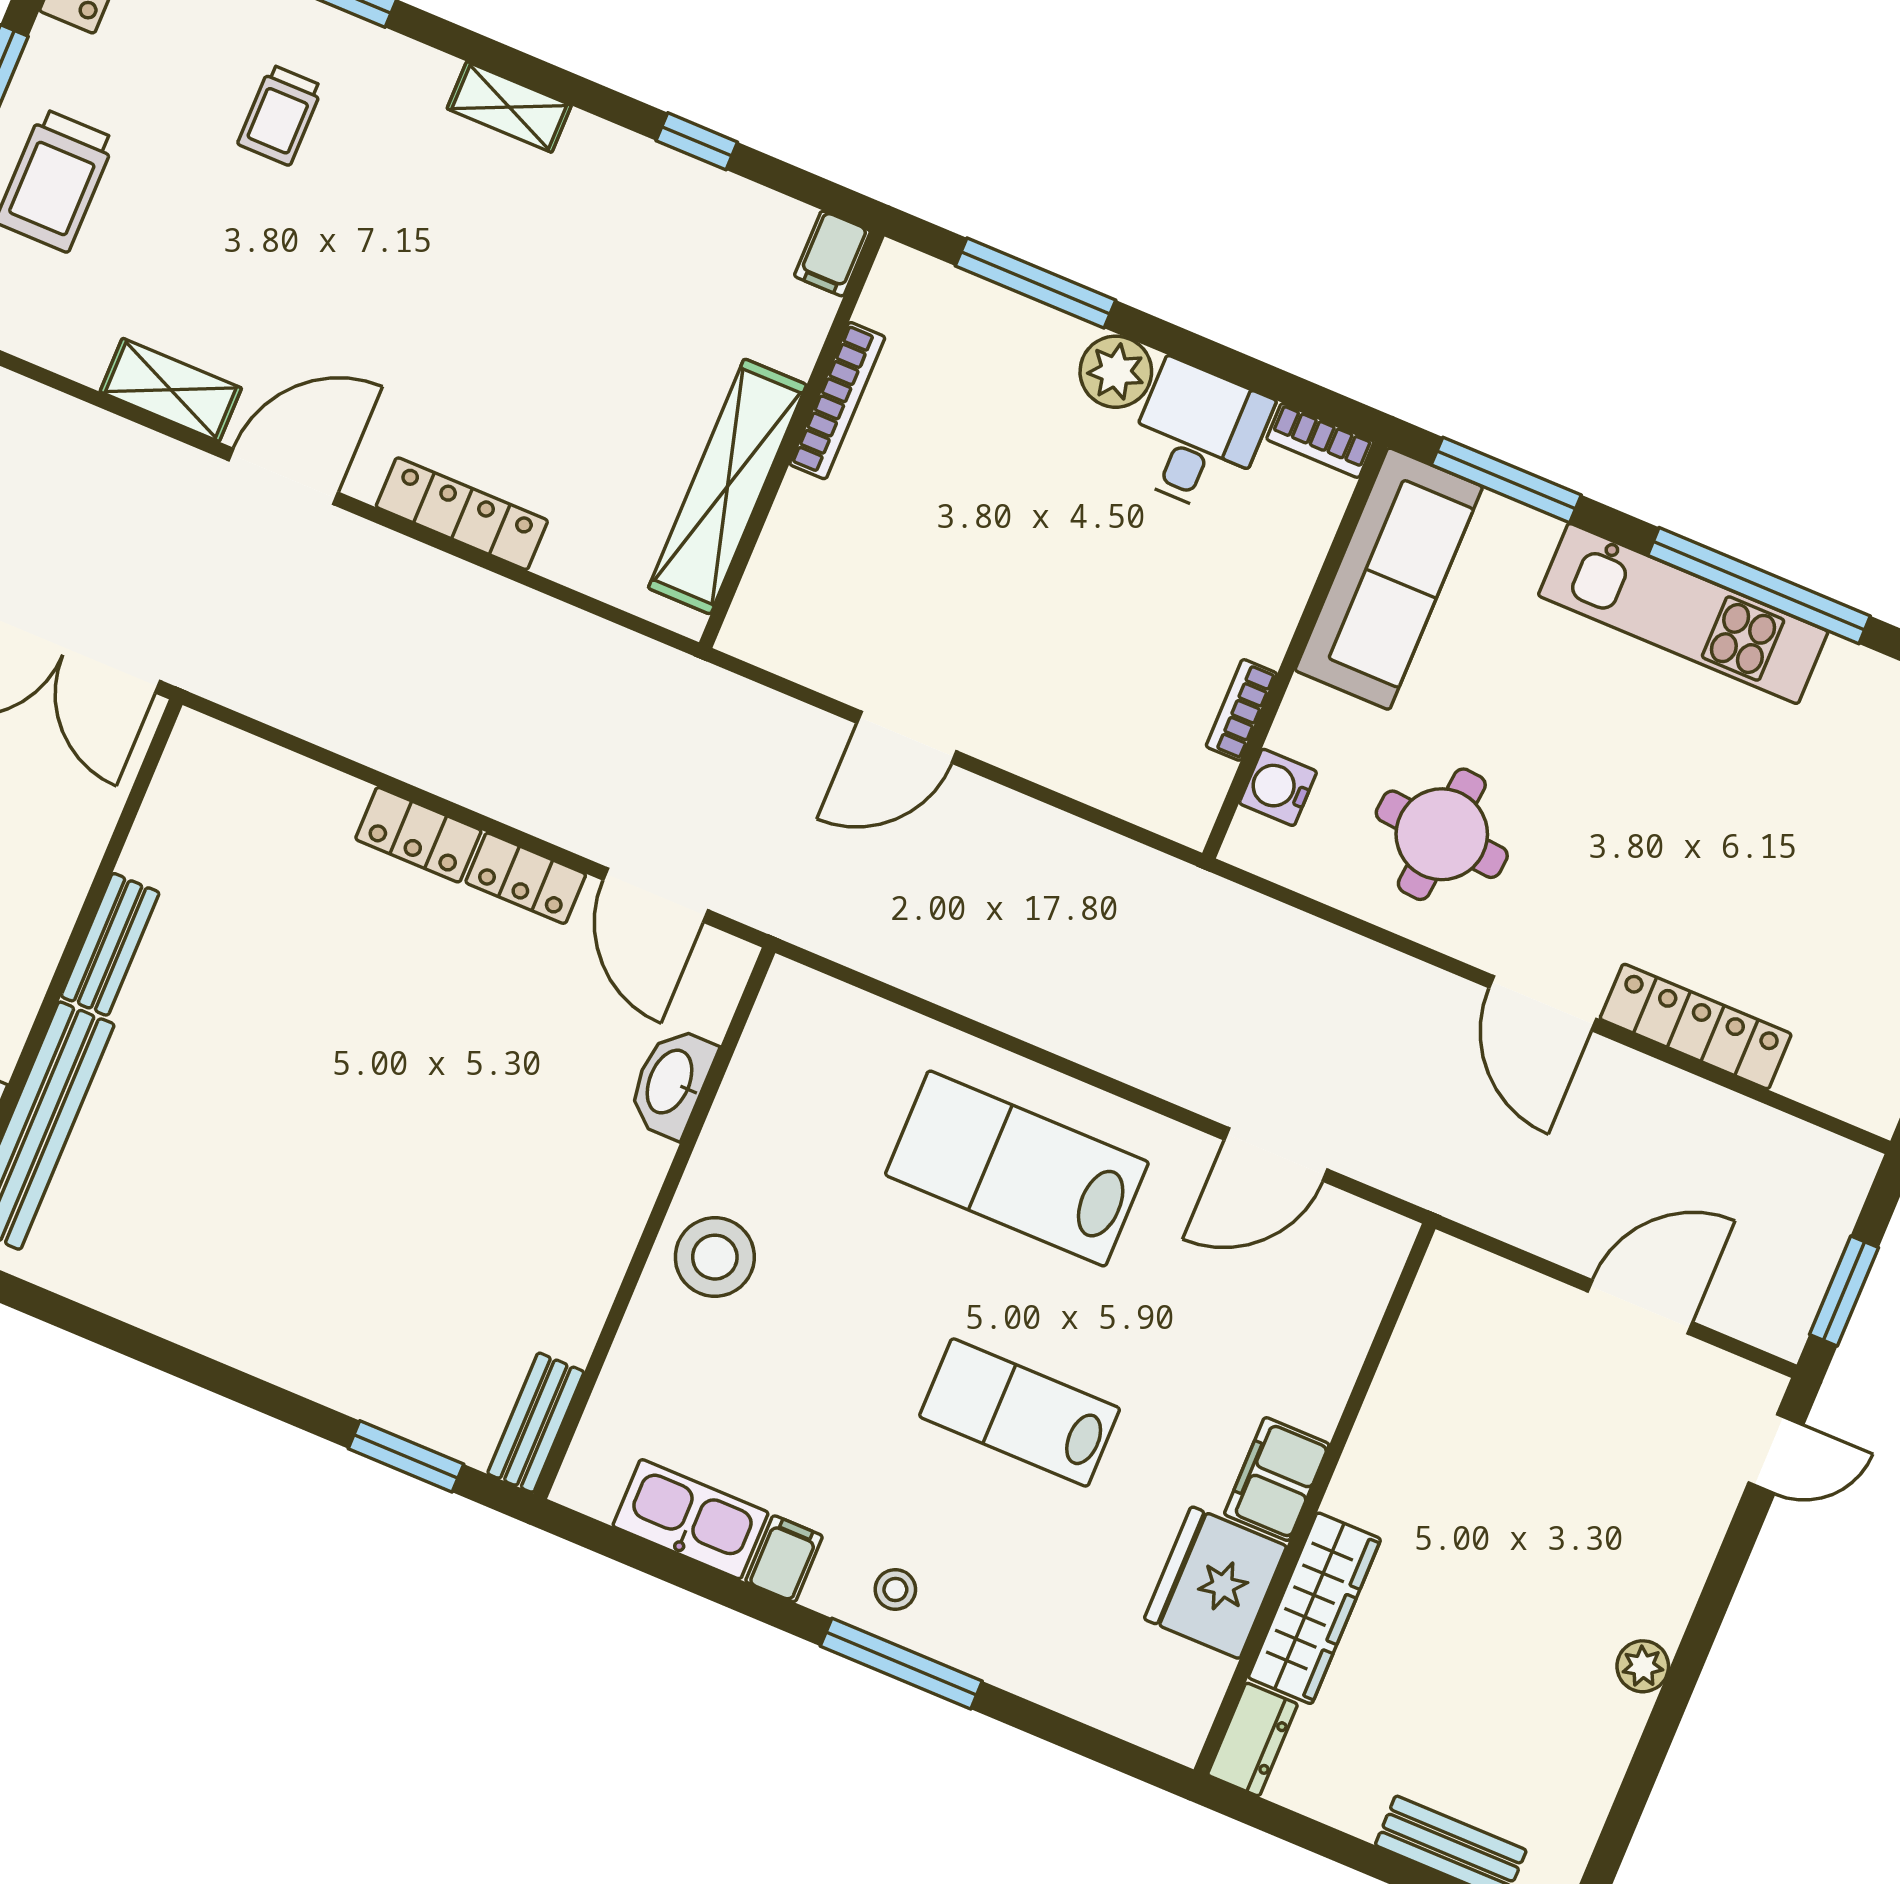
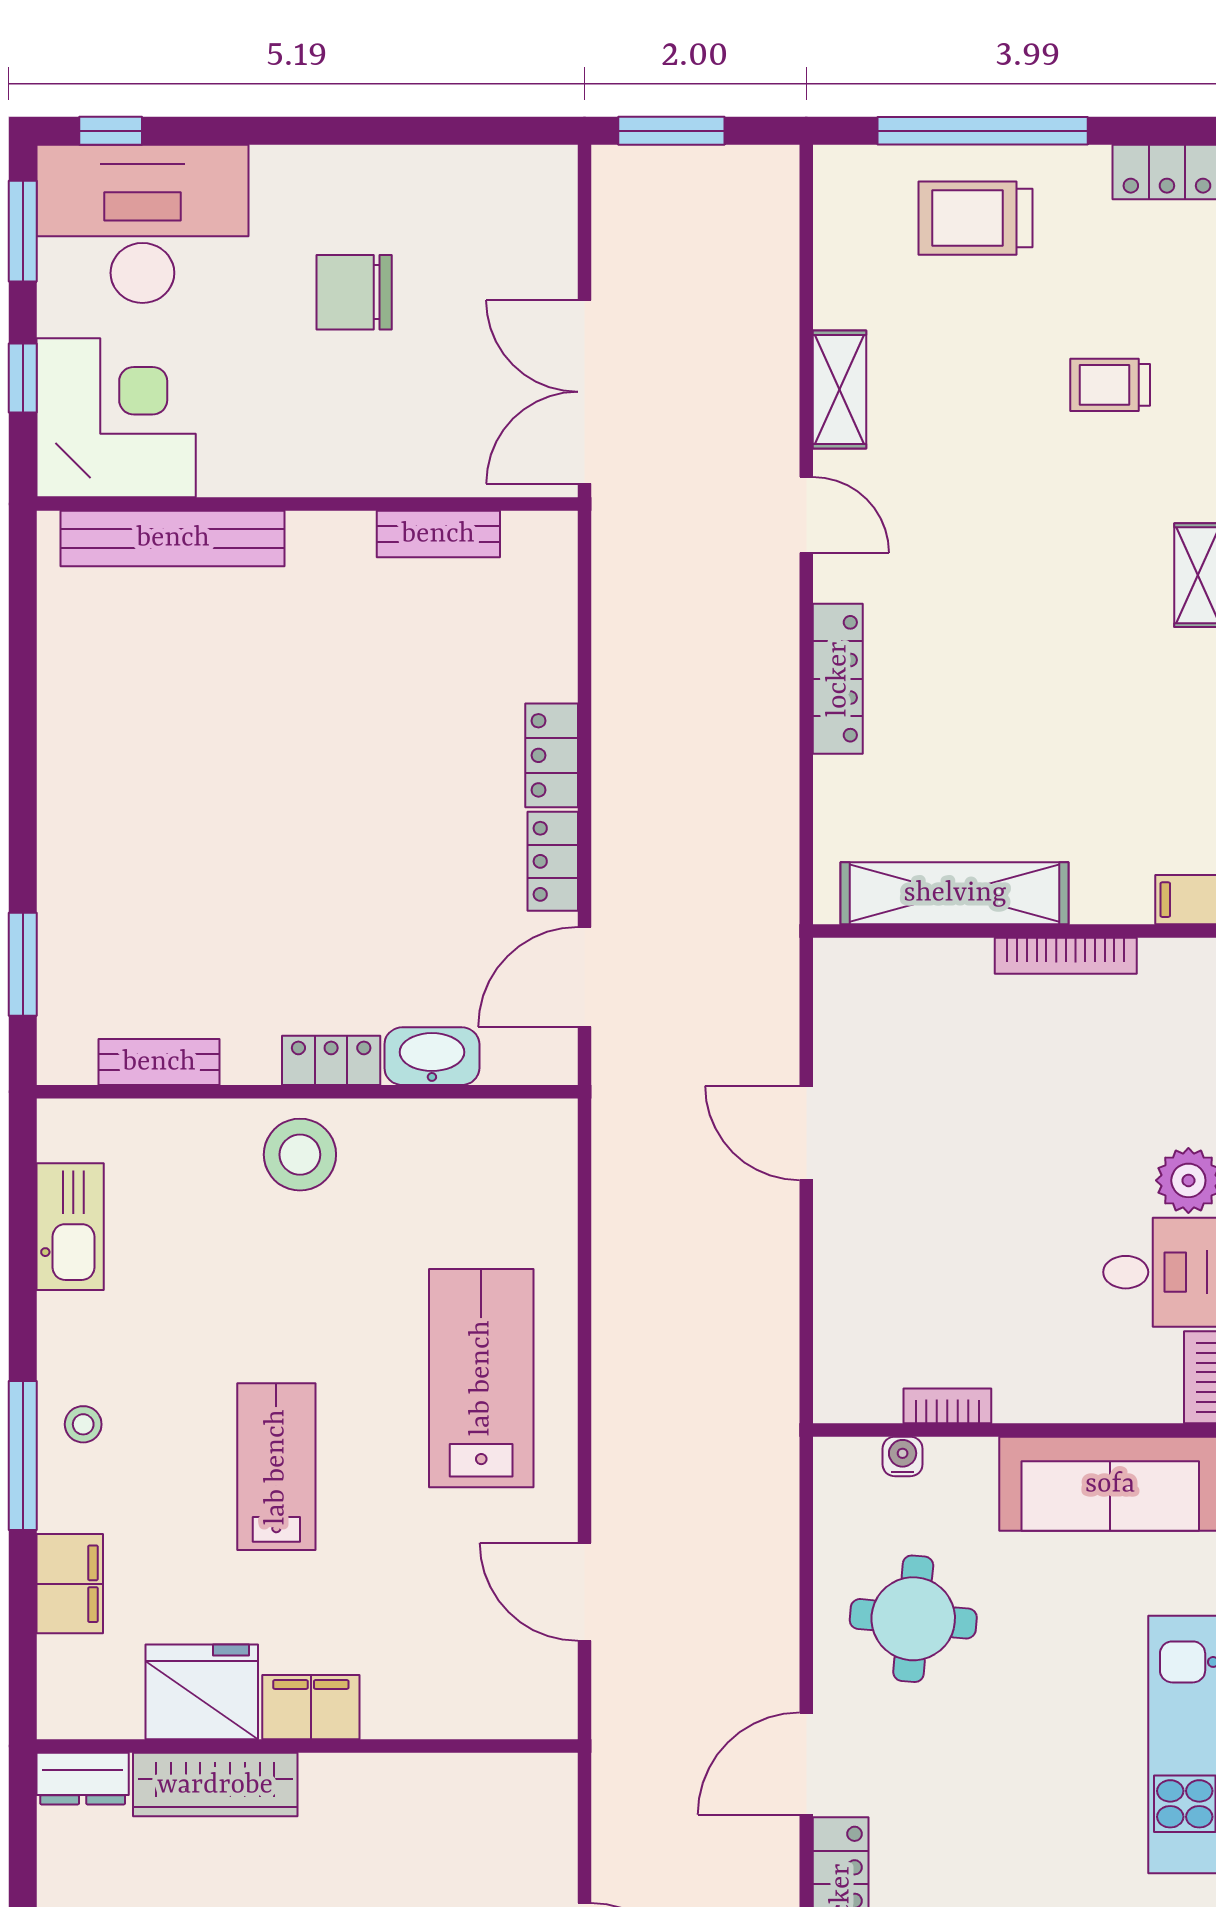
door: (283, 476) -> (806, 515), width x0.73
water cooler: (1278, 787) -> (903, 1456), width x0.72, depth x0.72
bench: (110, 944) -> (438, 534), moved
locker: (633, 1186) -> (331, 1060), added
bench: (536, 1423) -> (159, 1062), moved
filing cabinet: (784, 1559) -> (70, 1584), moved, width x2.00

